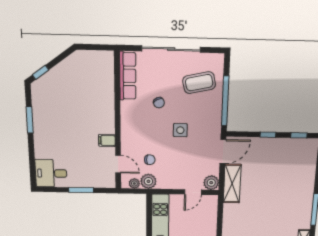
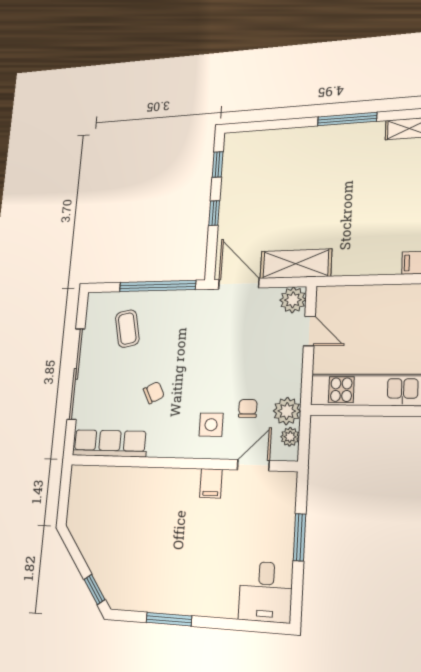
coffee table: (199, 83) -> (127, 329), width x0.73, depth x0.77
side table: (180, 130) -> (211, 425), moved

